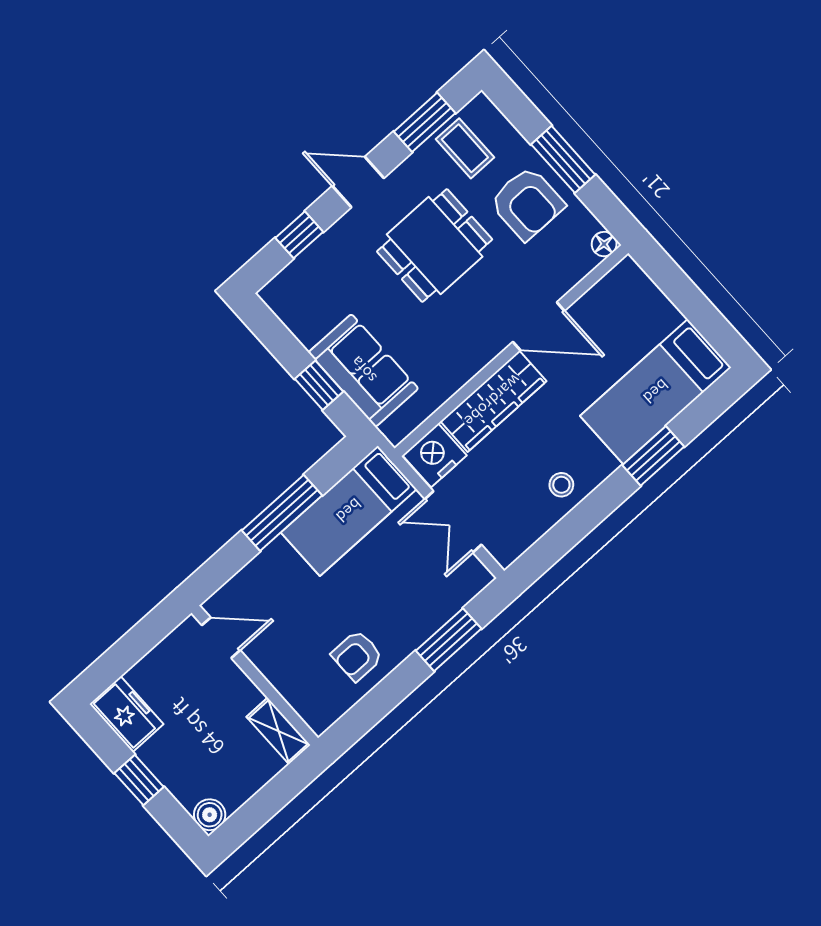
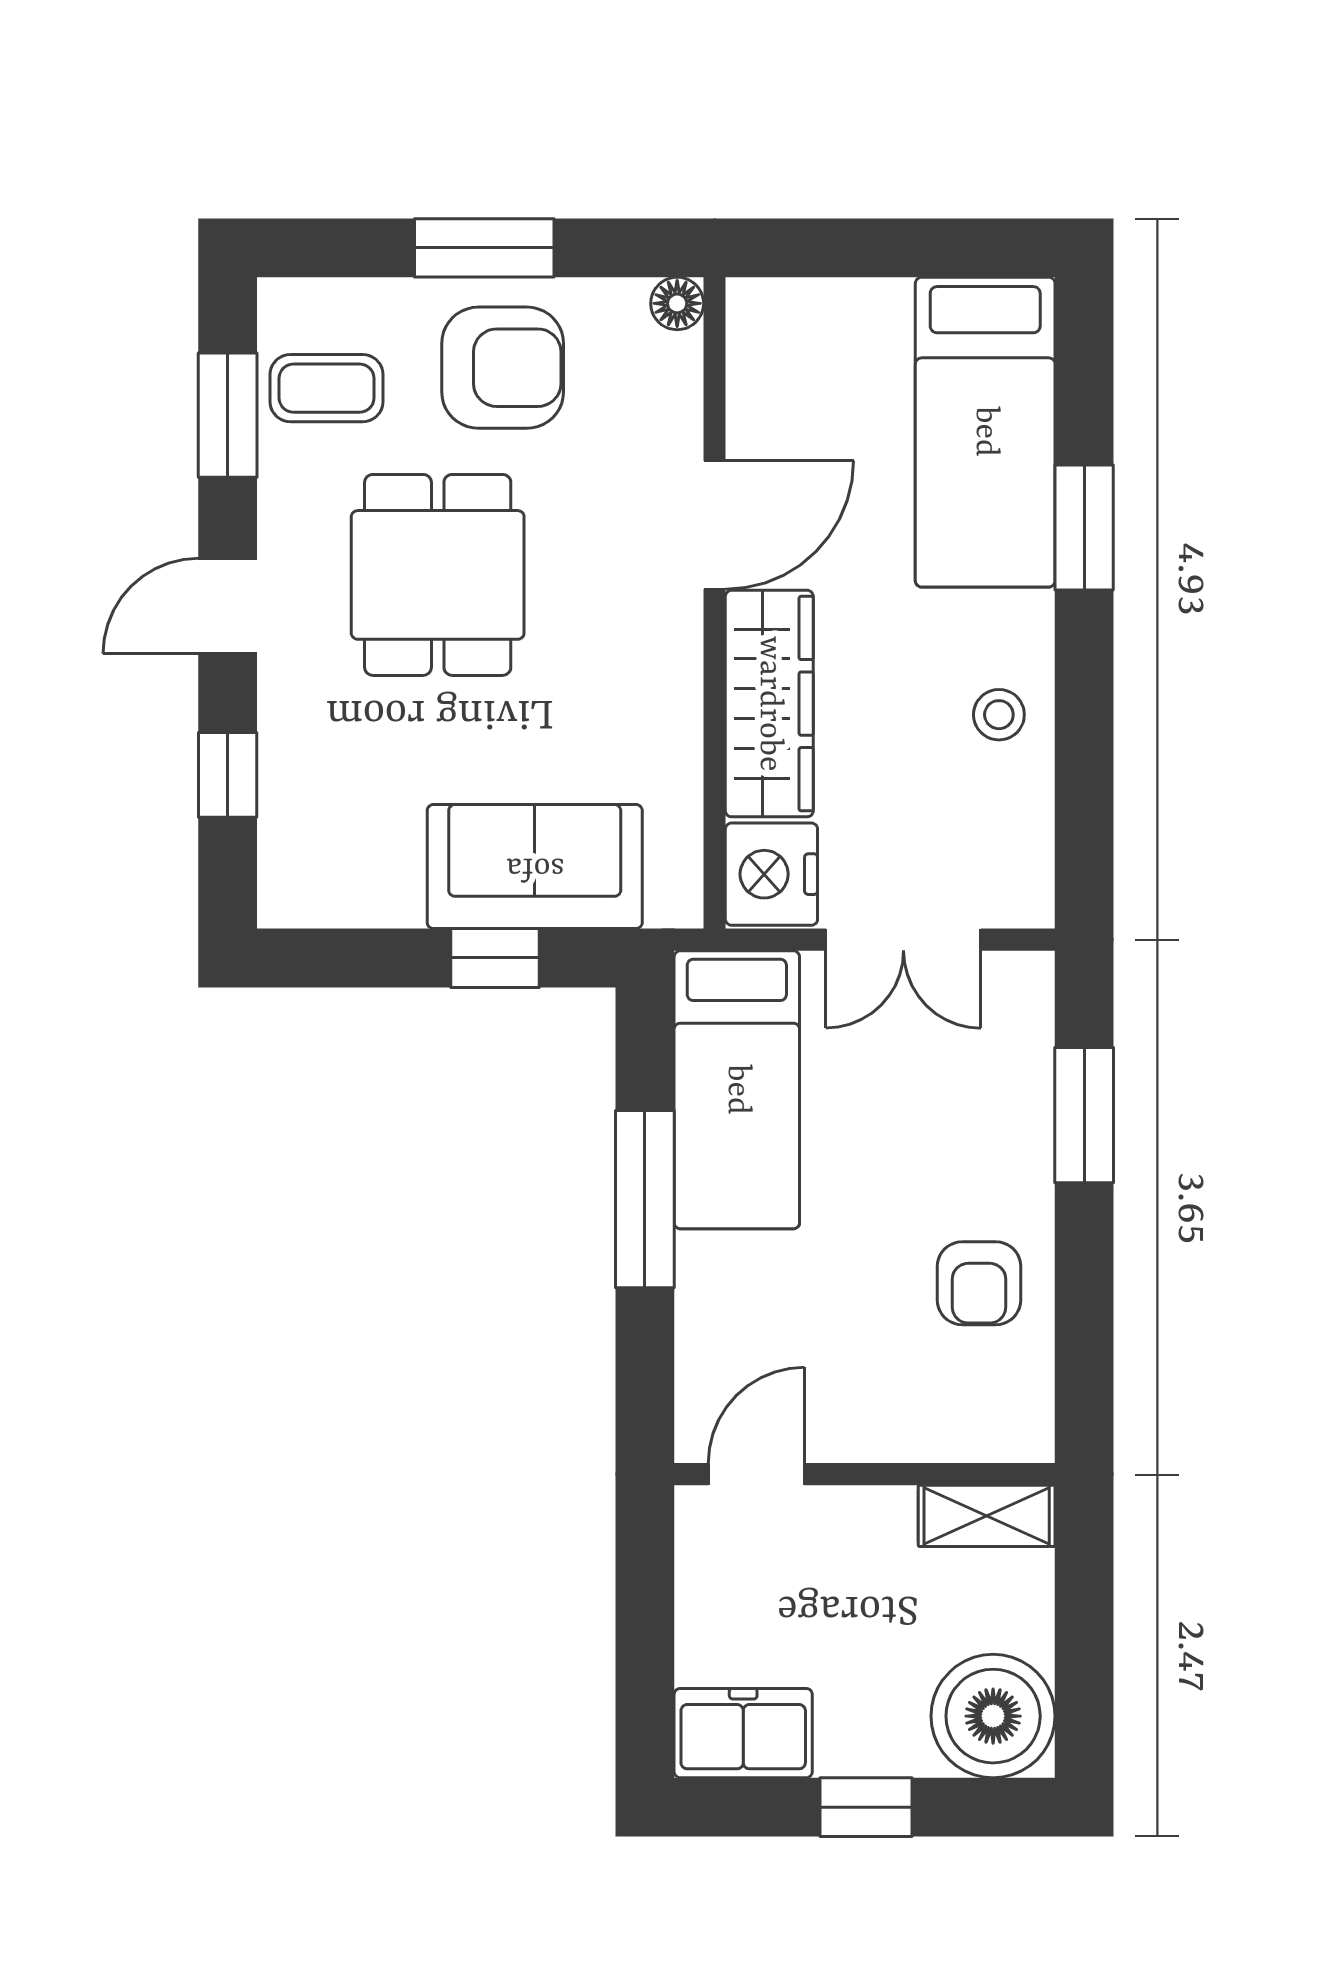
boiler: (210, 815) -> (993, 1716), width x1.86, depth x1.86

